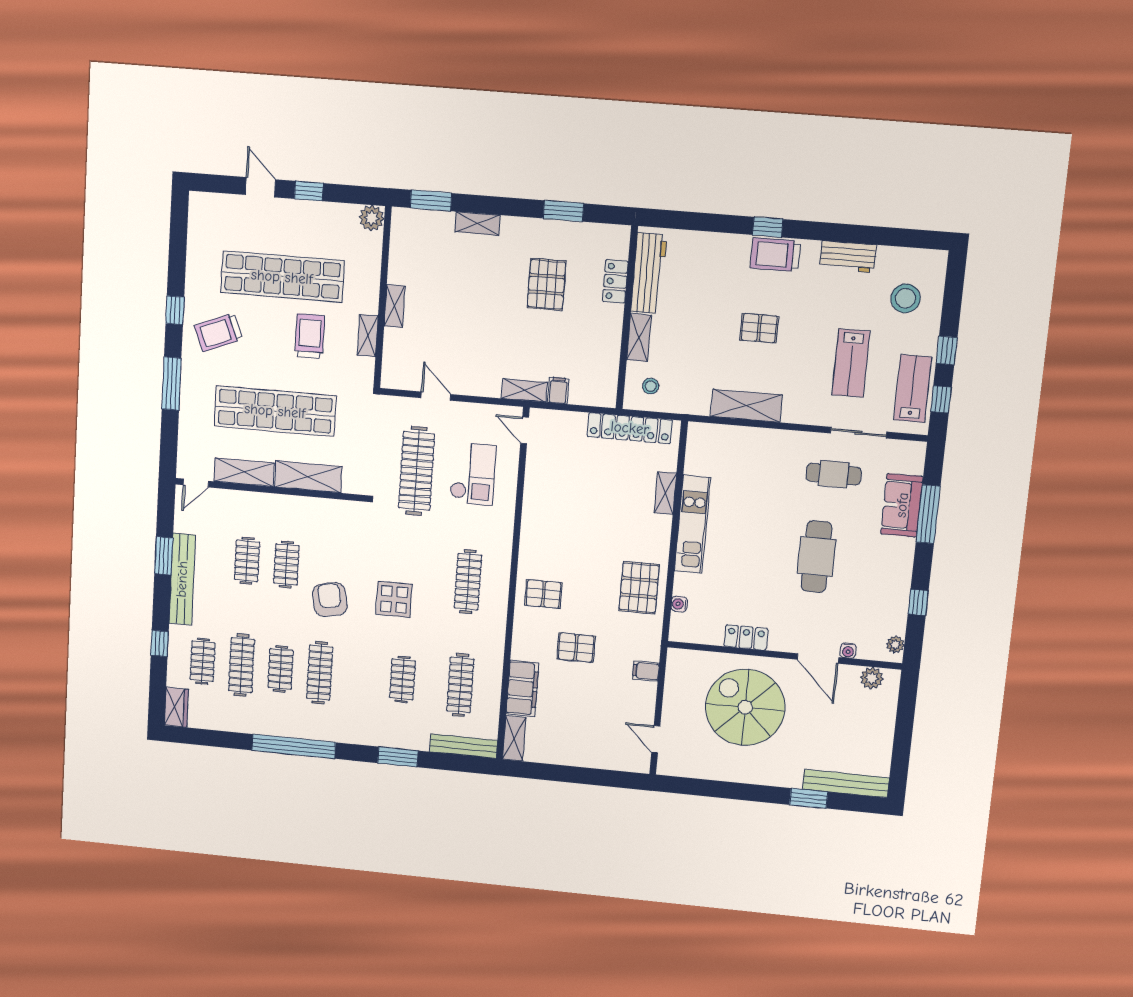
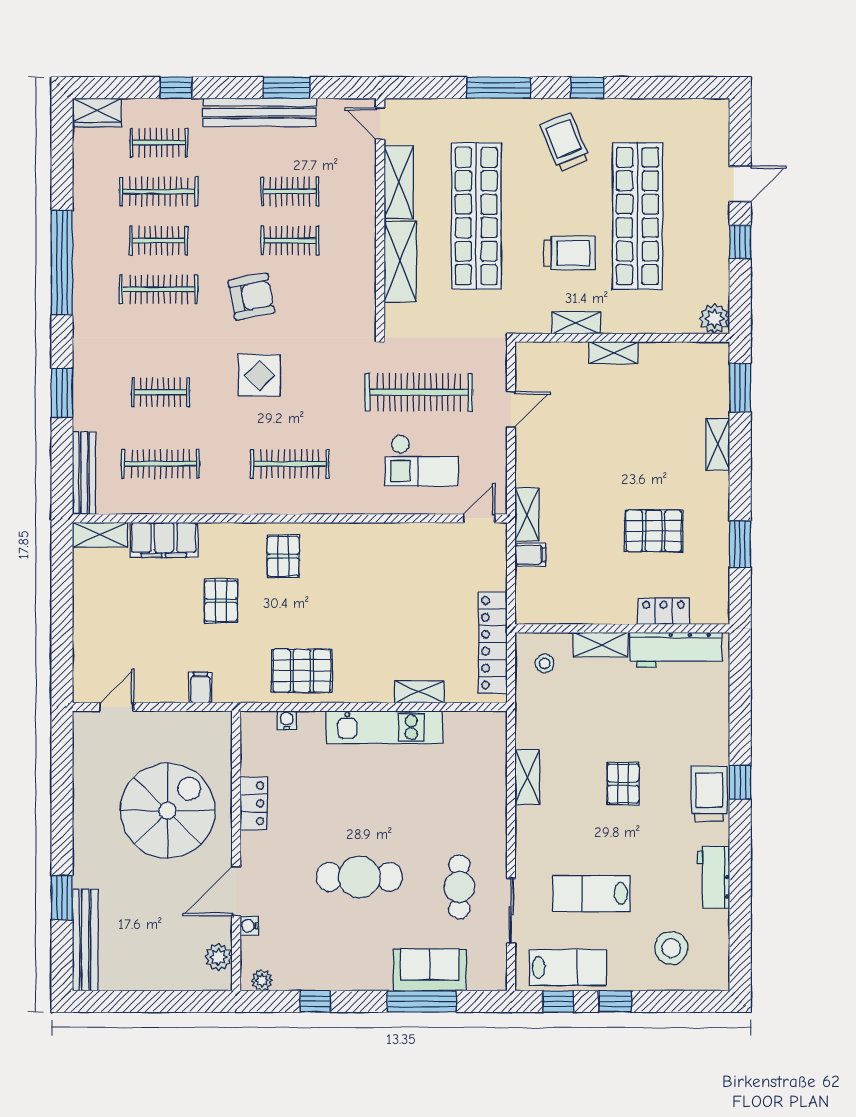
shelving: (746, 406) -> (527, 777), width x0.67, depth x0.75

